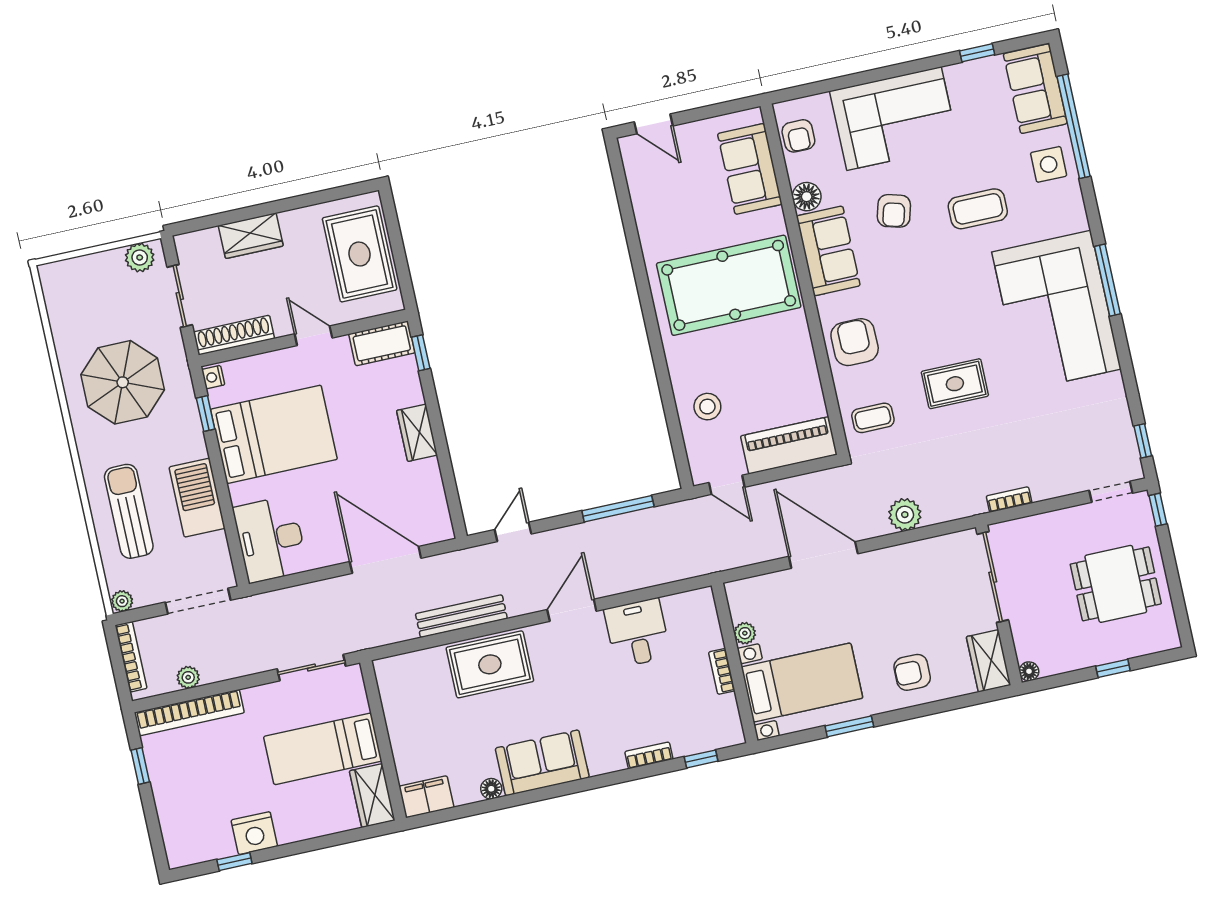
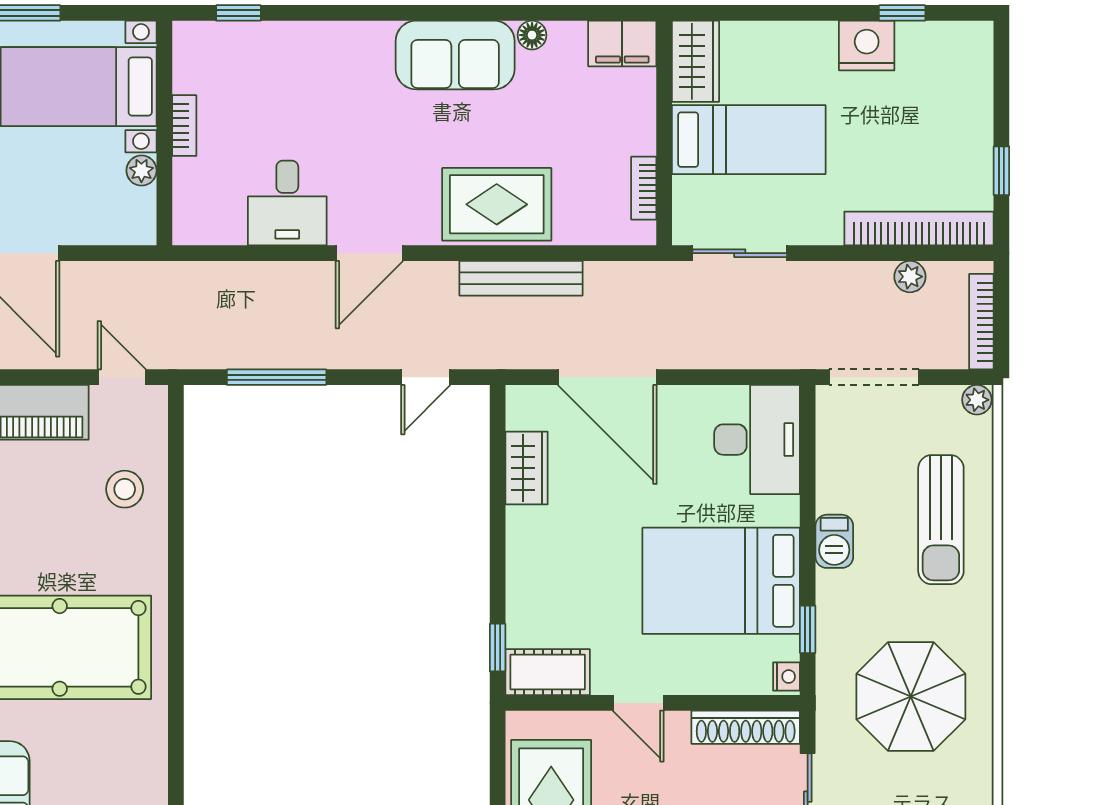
wardrobe: (417, 433) -> (527, 468), moved
barbecue: (197, 498) -> (834, 541), width x0.53, depth x0.65
bookcase: (649, 755) -> (644, 188), moved, turned 90

